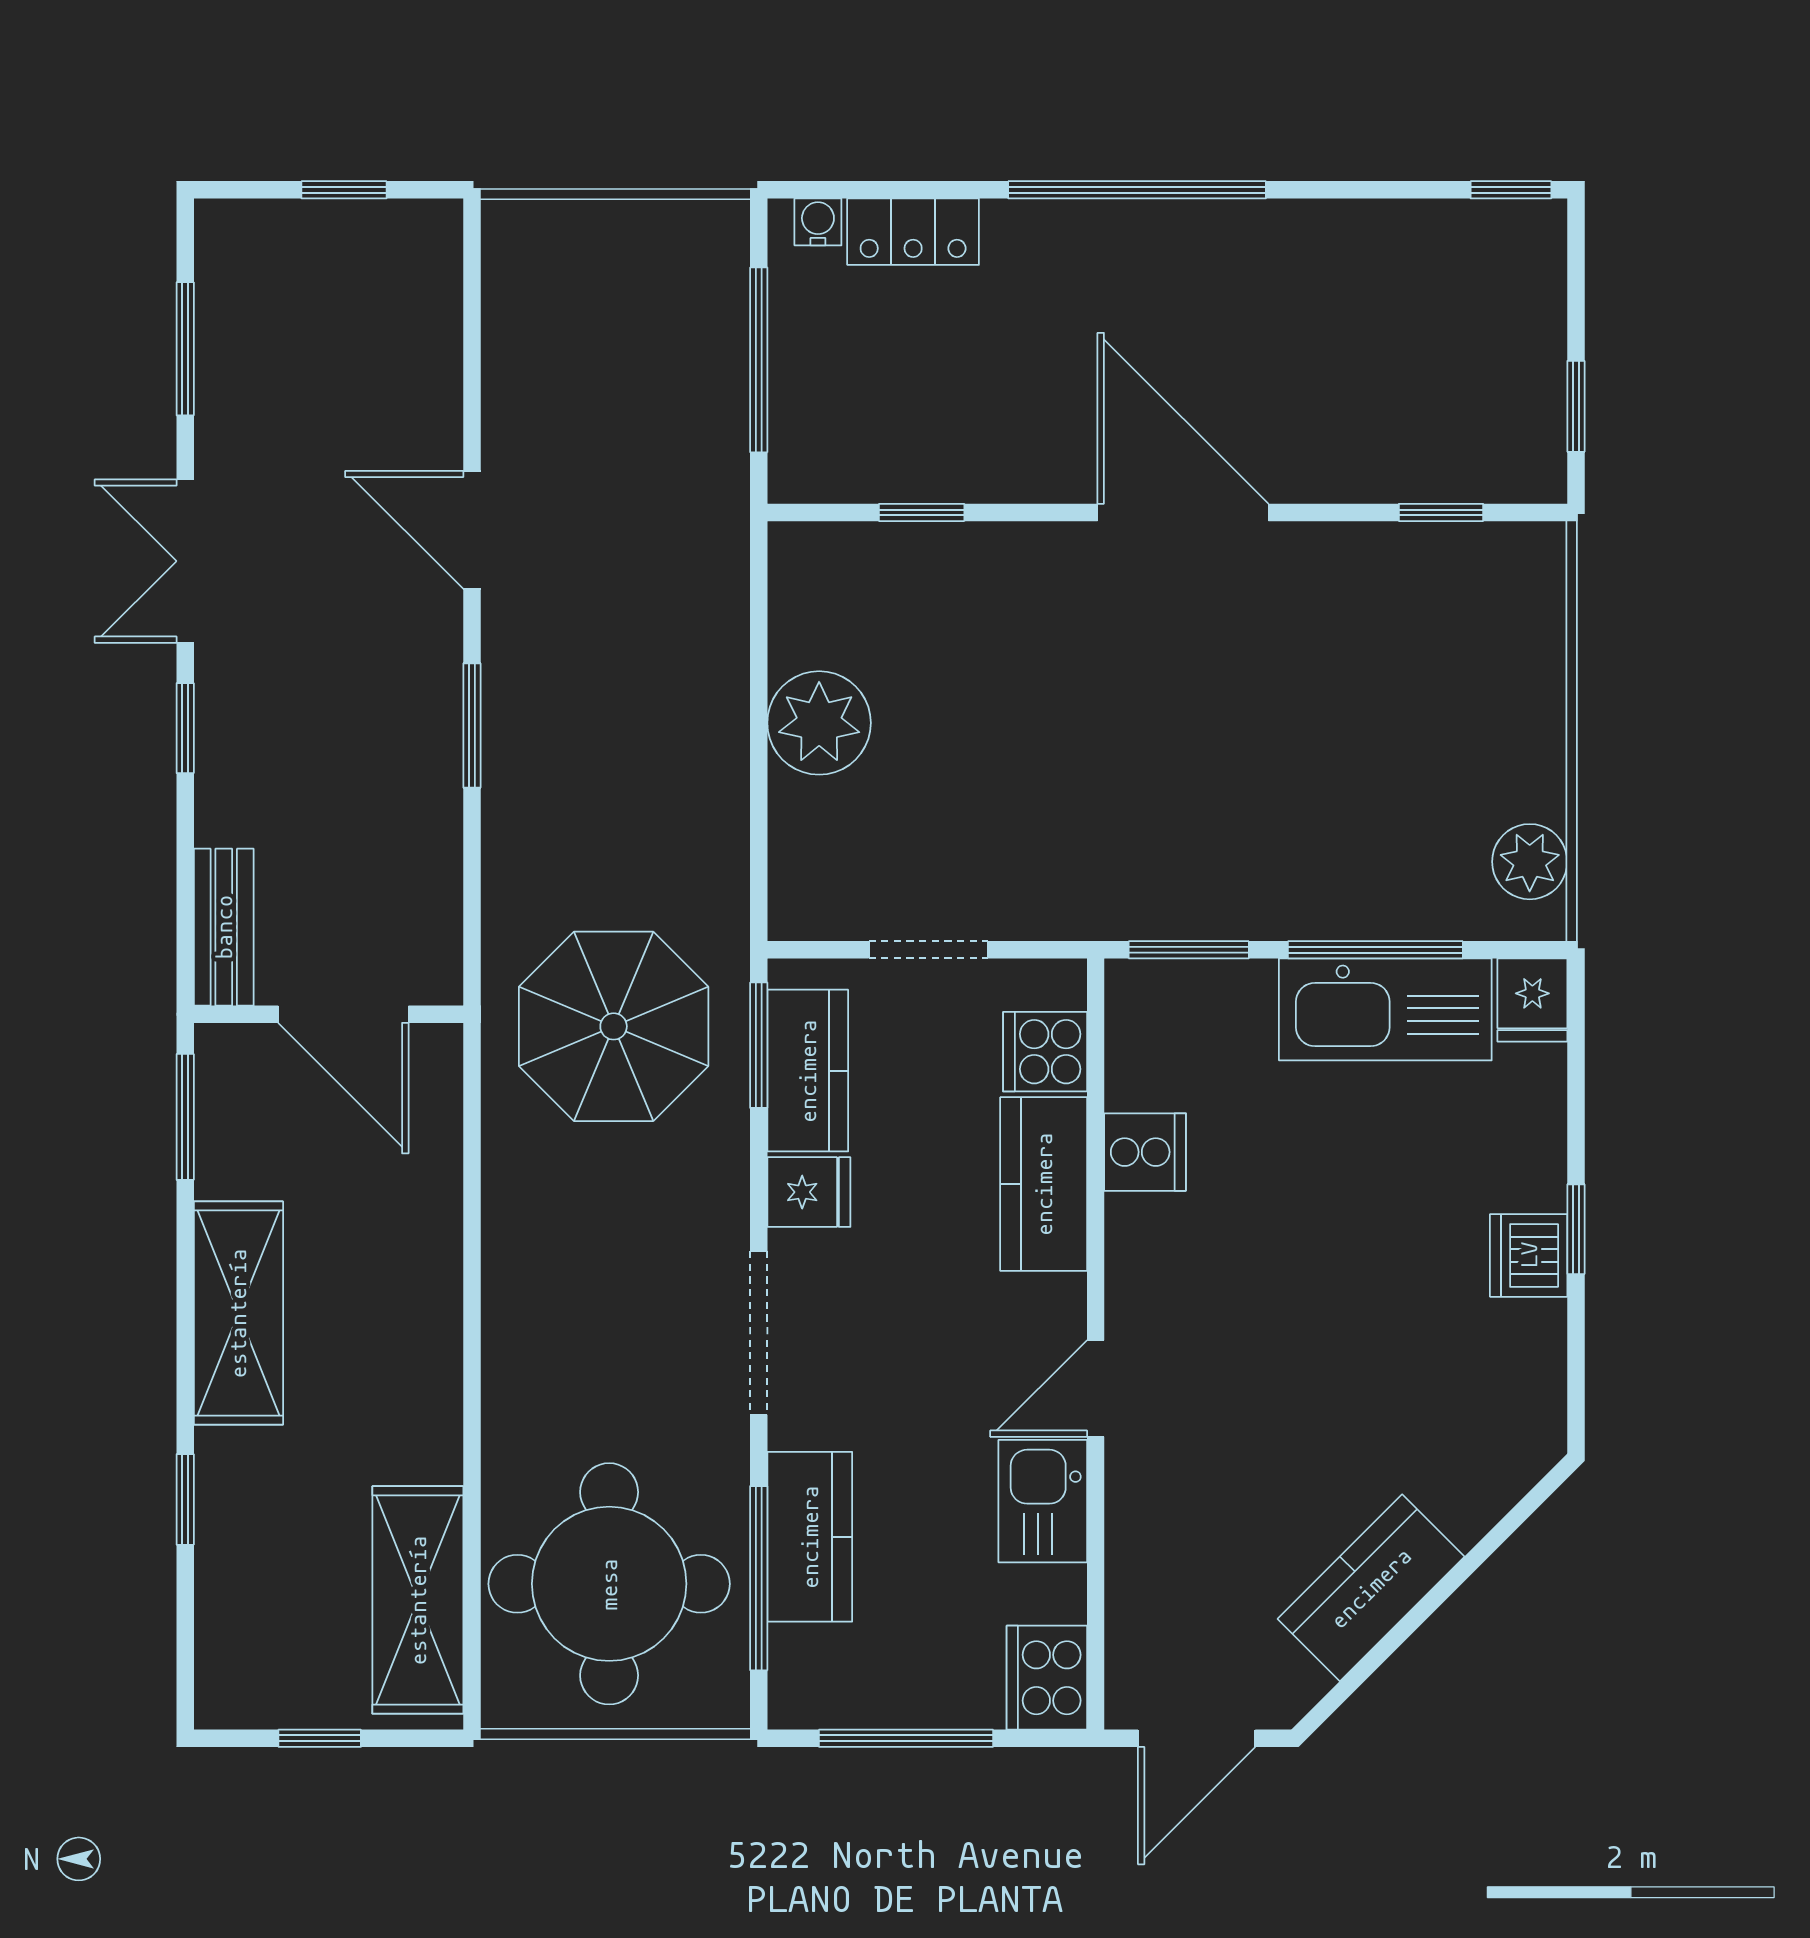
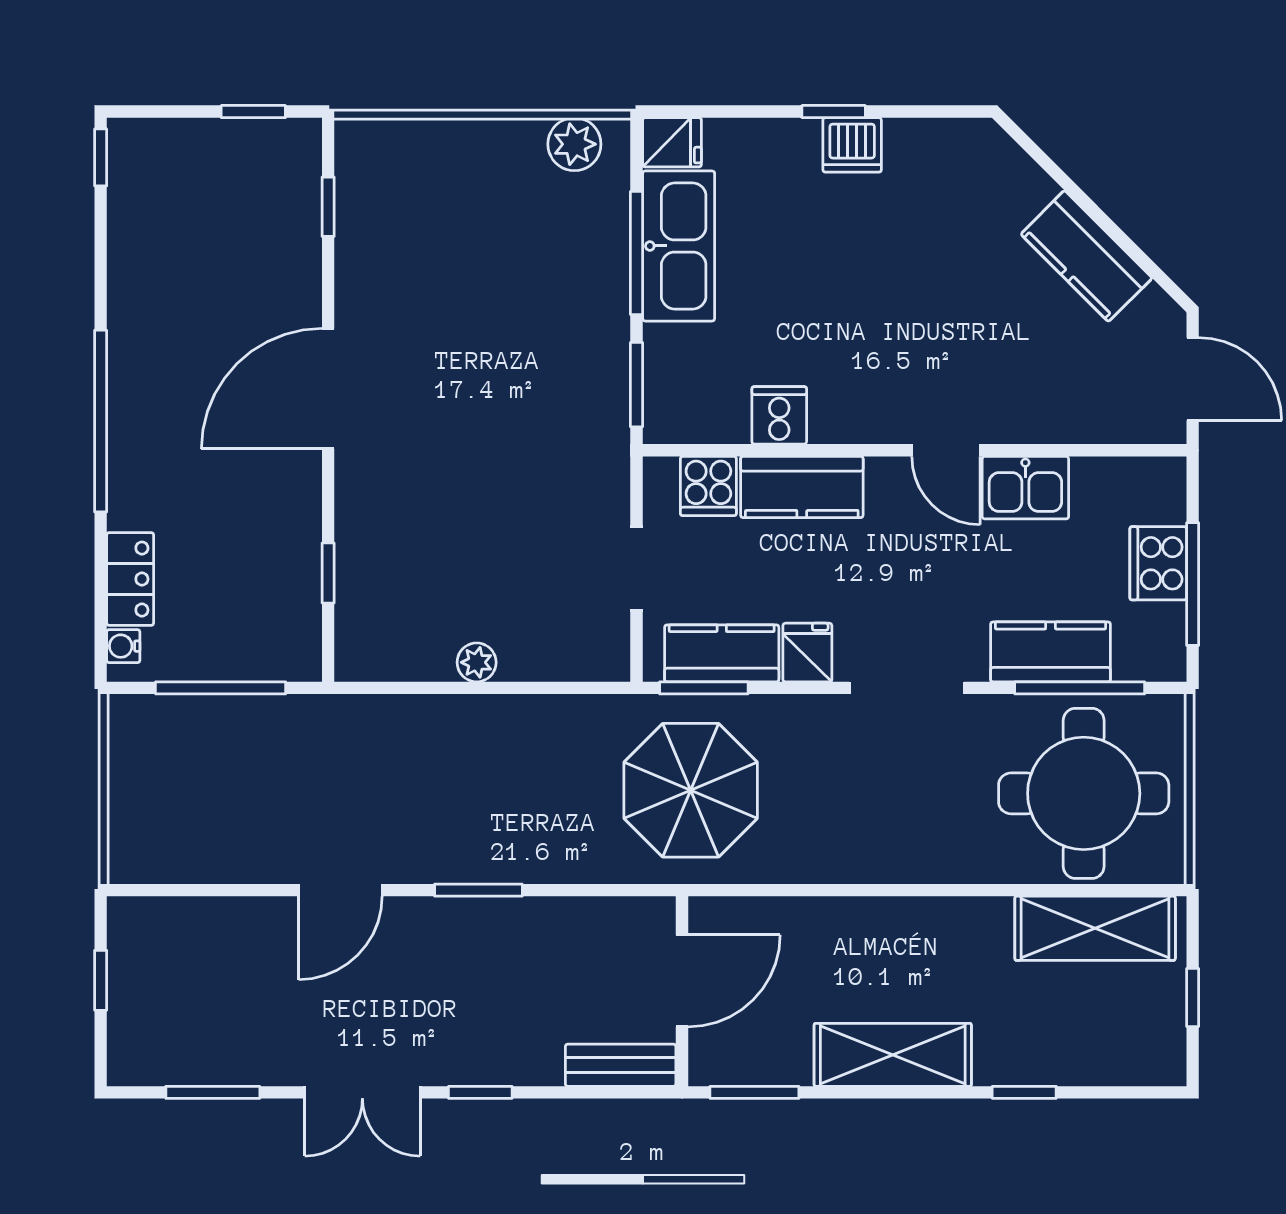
plant: (819, 723) -> (477, 662), width x0.53, depth x0.53
cooker: (1047, 1678) -> (1158, 563), moved, turned 90

